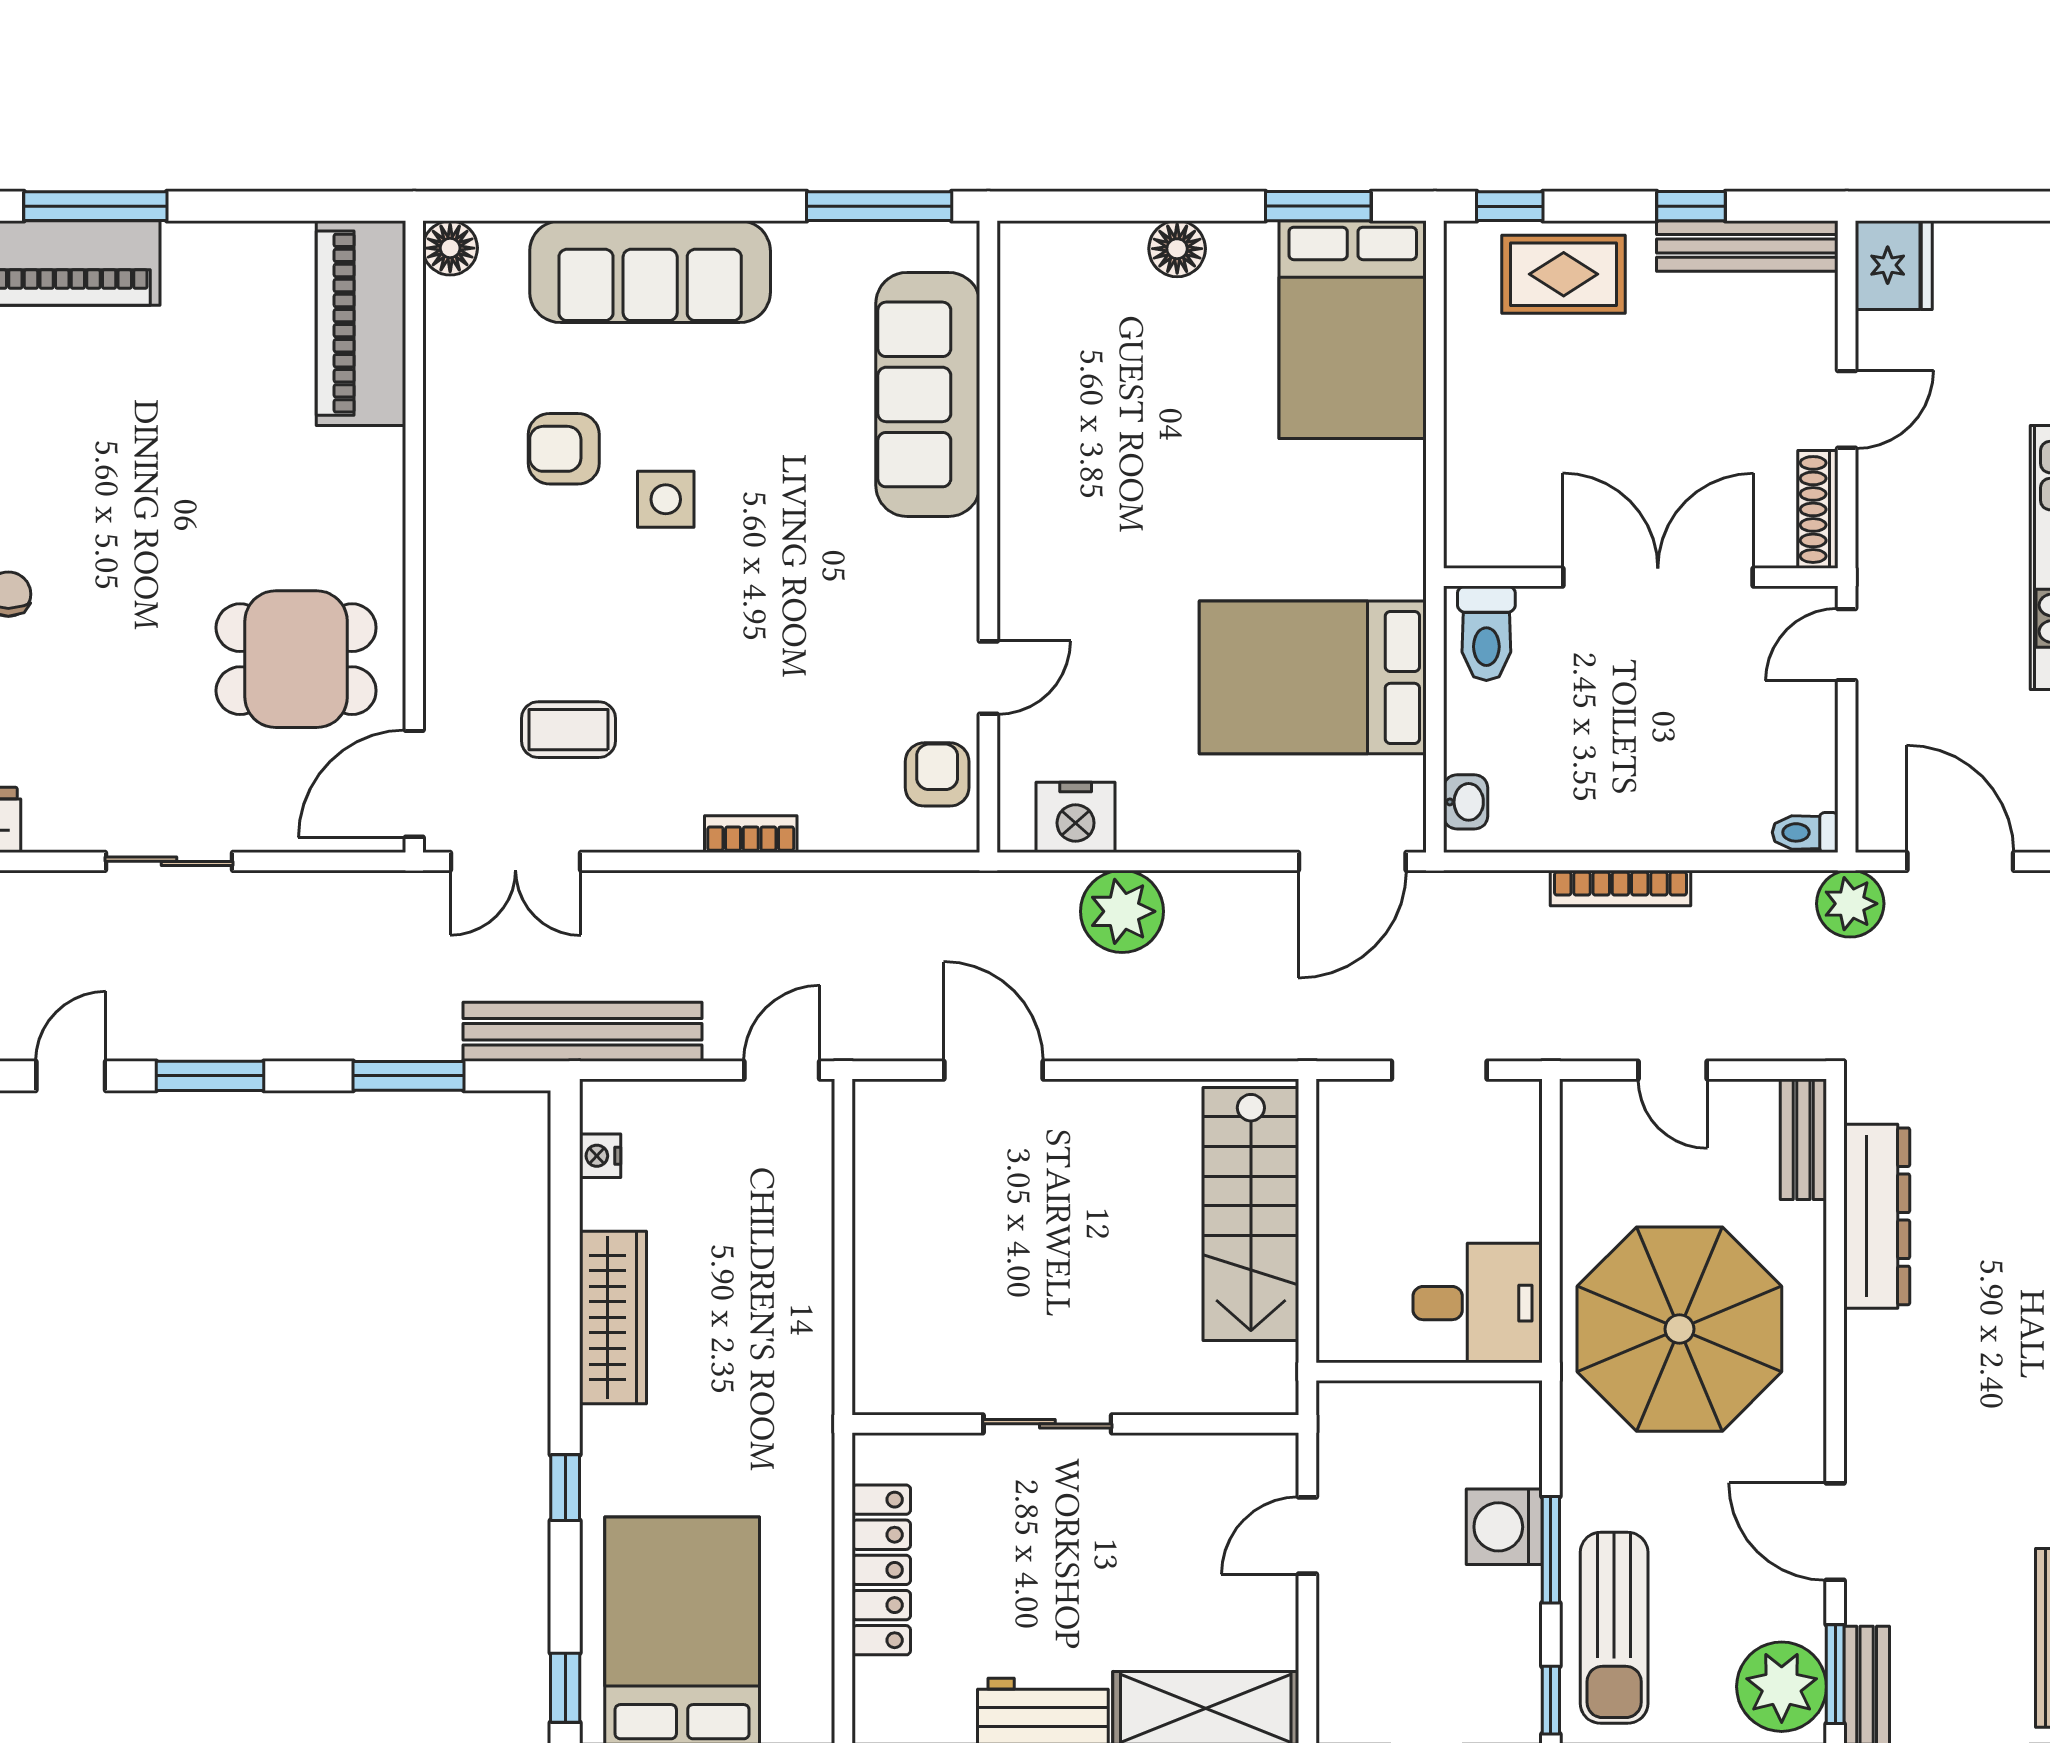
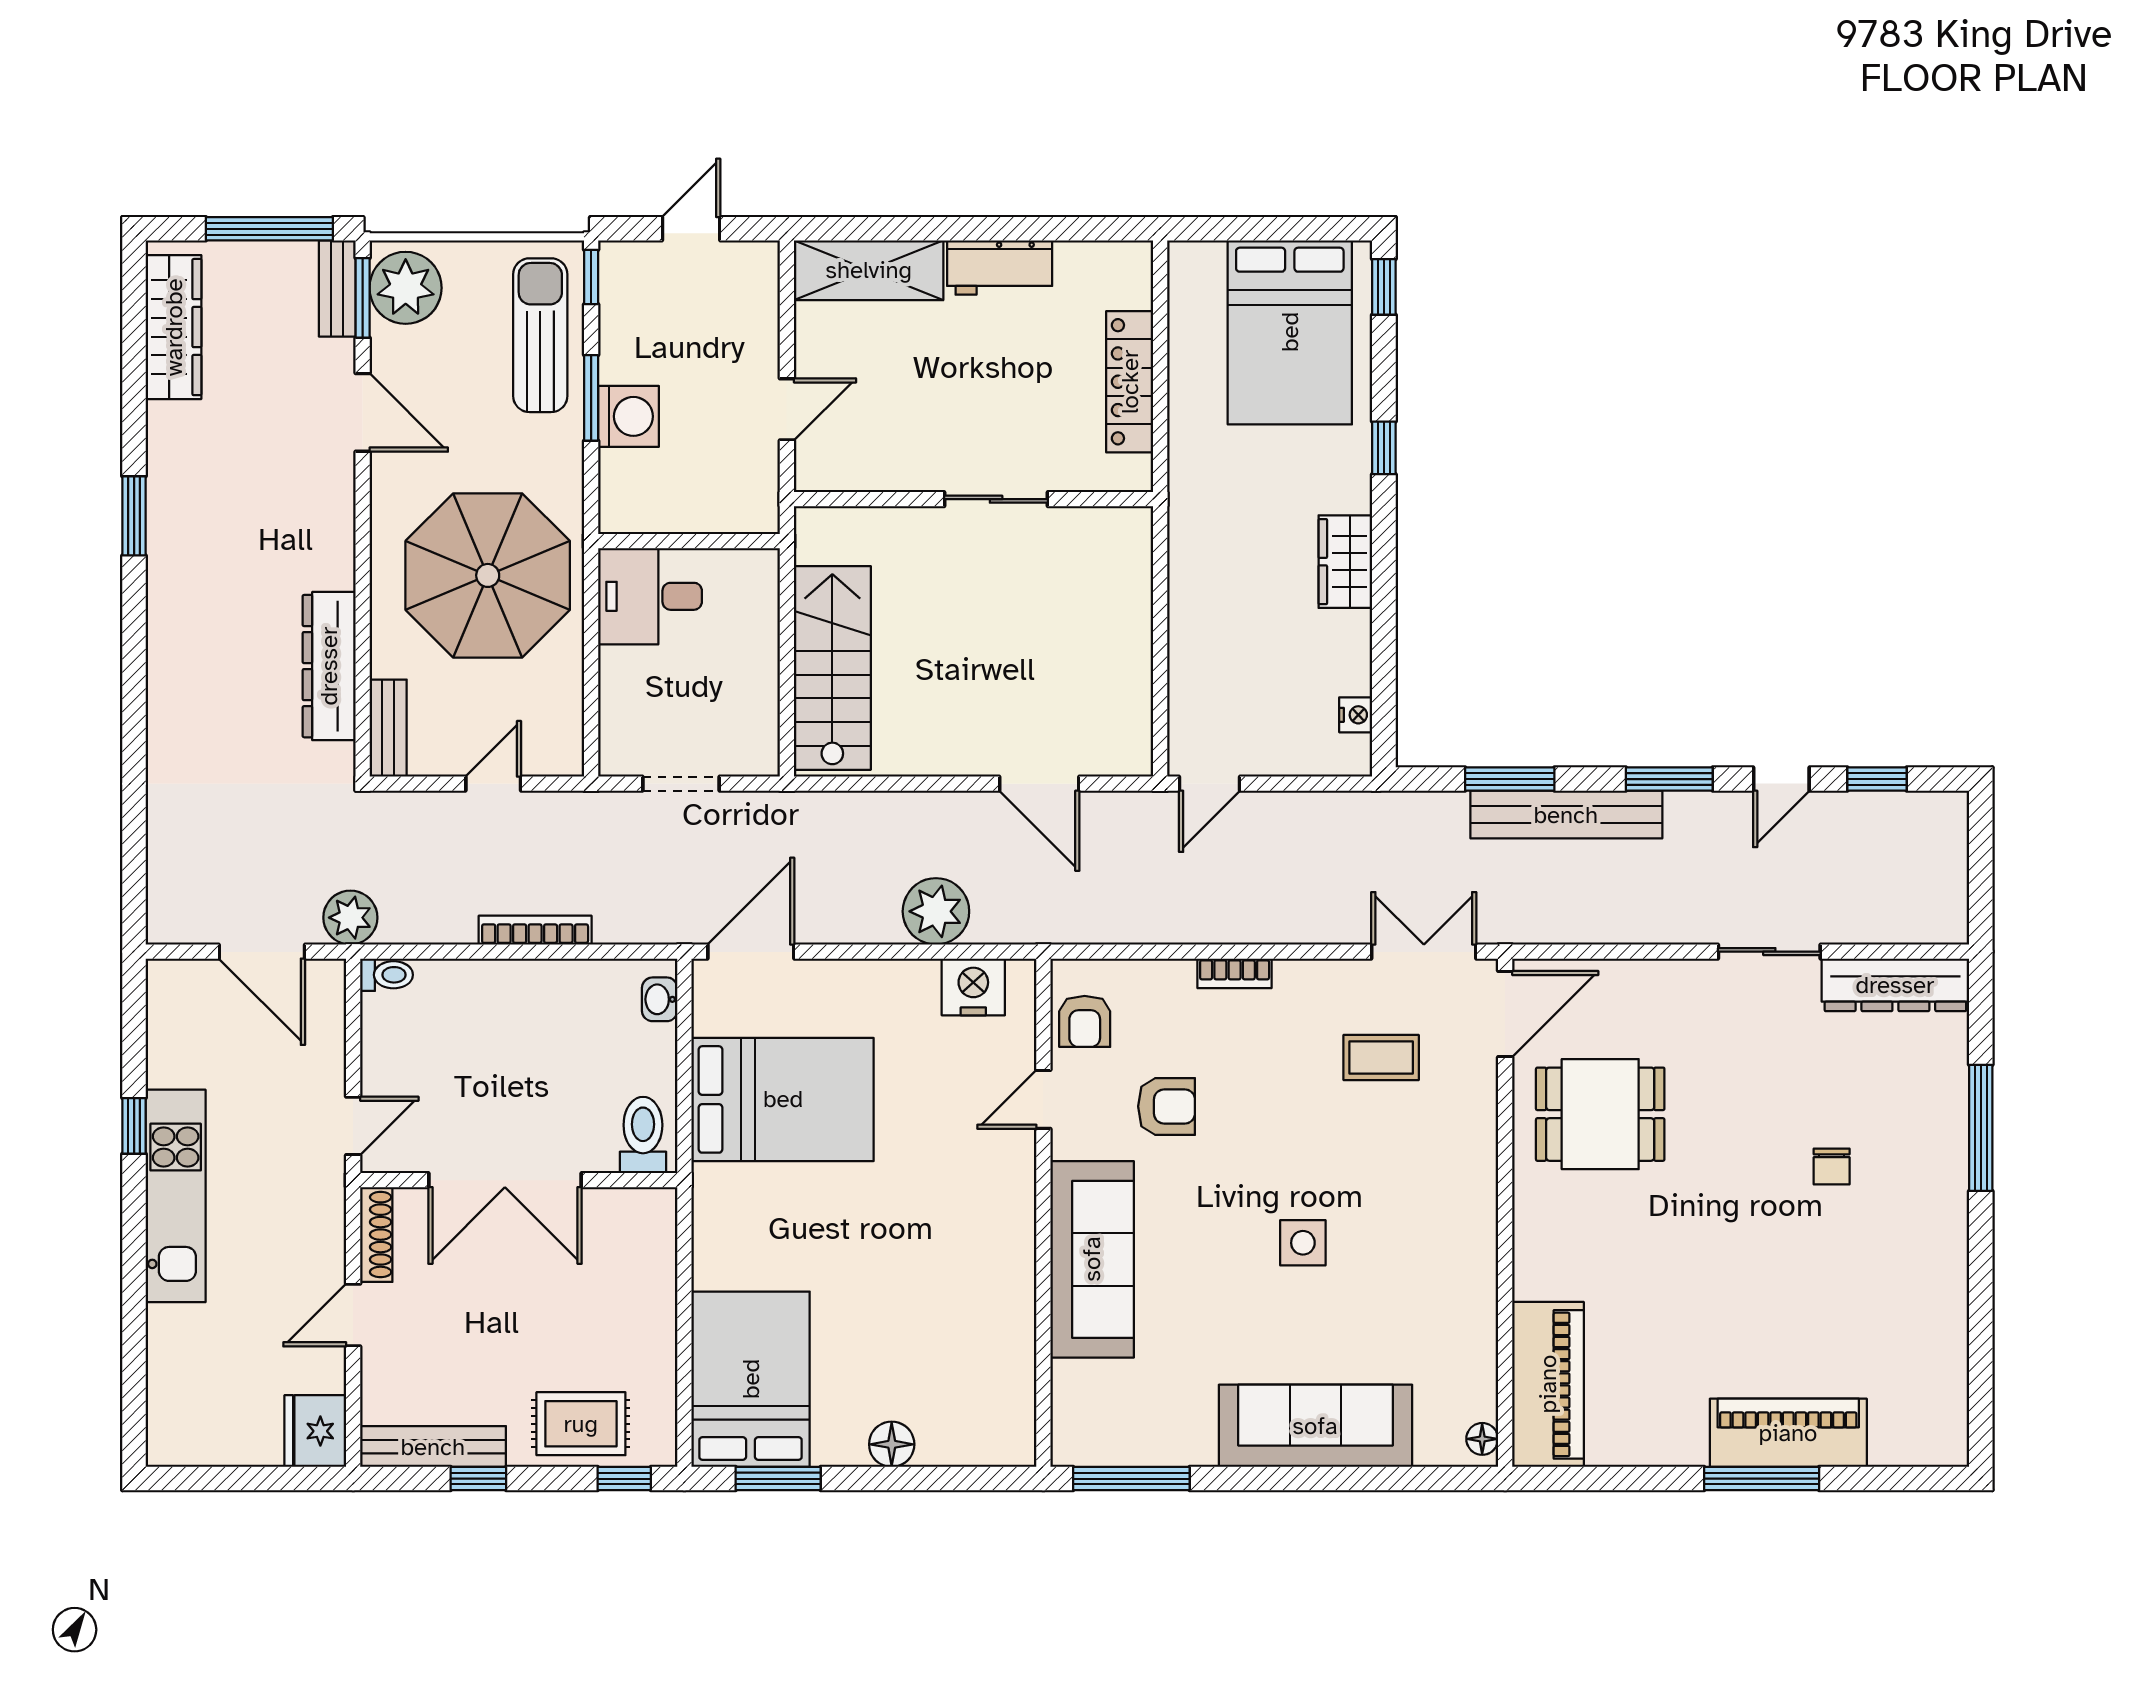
floor lamp: (450, 248) -> (1482, 1439), width x0.73, depth x0.73
sofa: (928, 394) -> (1092, 1259), moved
armchair: (564, 449) -> (1167, 1106), moved
sliding door: (169, 861) -> (1769, 952), moved
bench: (582, 1032) -> (1566, 815), moved
door: (1673, 1070) -> (493, 784), hinge flipped
wardrobe: (613, 1317) -> (1345, 562), width x0.67

